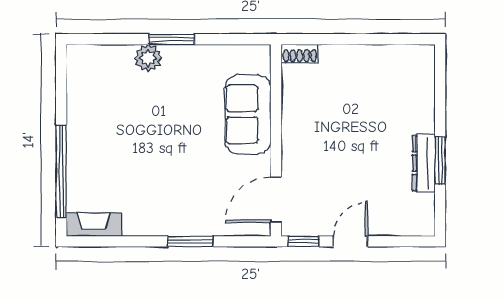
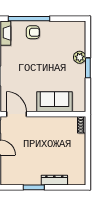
armchair: (92, 163) -> (33, 32), added
dresser: (424, 163) -> (54, 180), moved

